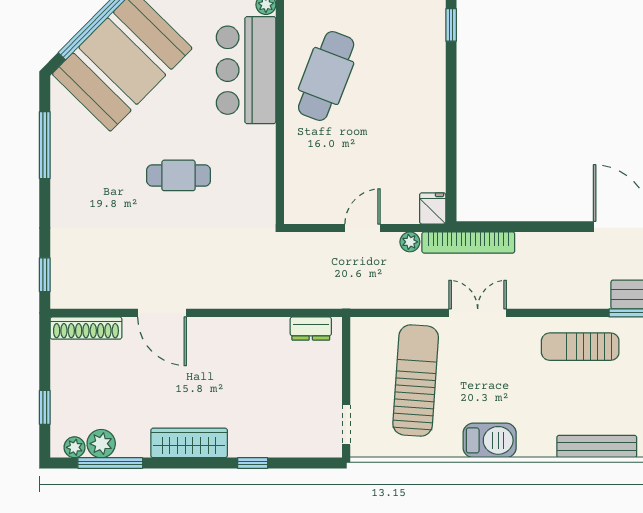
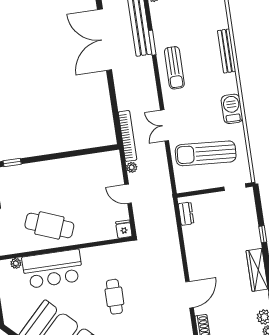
fridge: (433, 208) -> (124, 229), moved, turned 90

